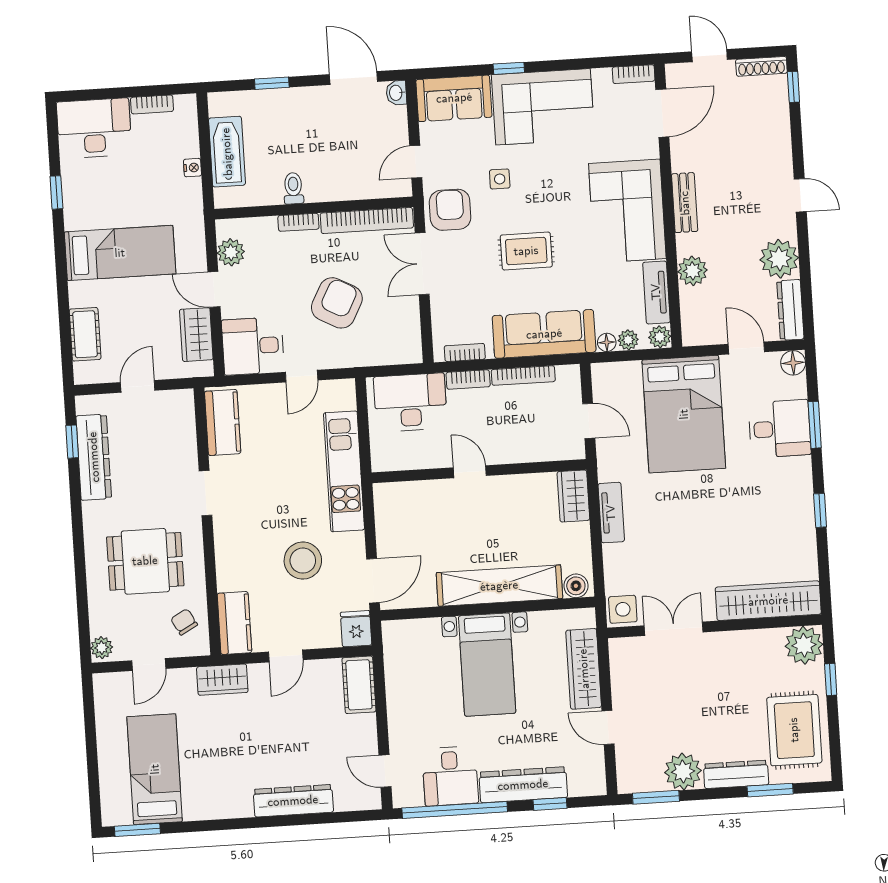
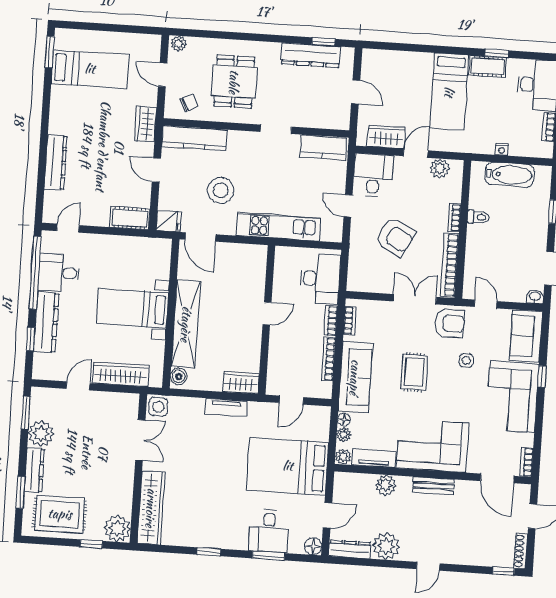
cot: (85, 334) -> (488, 66), moved
kitchen counter: (234, 623) -> (194, 138), width x1.50

